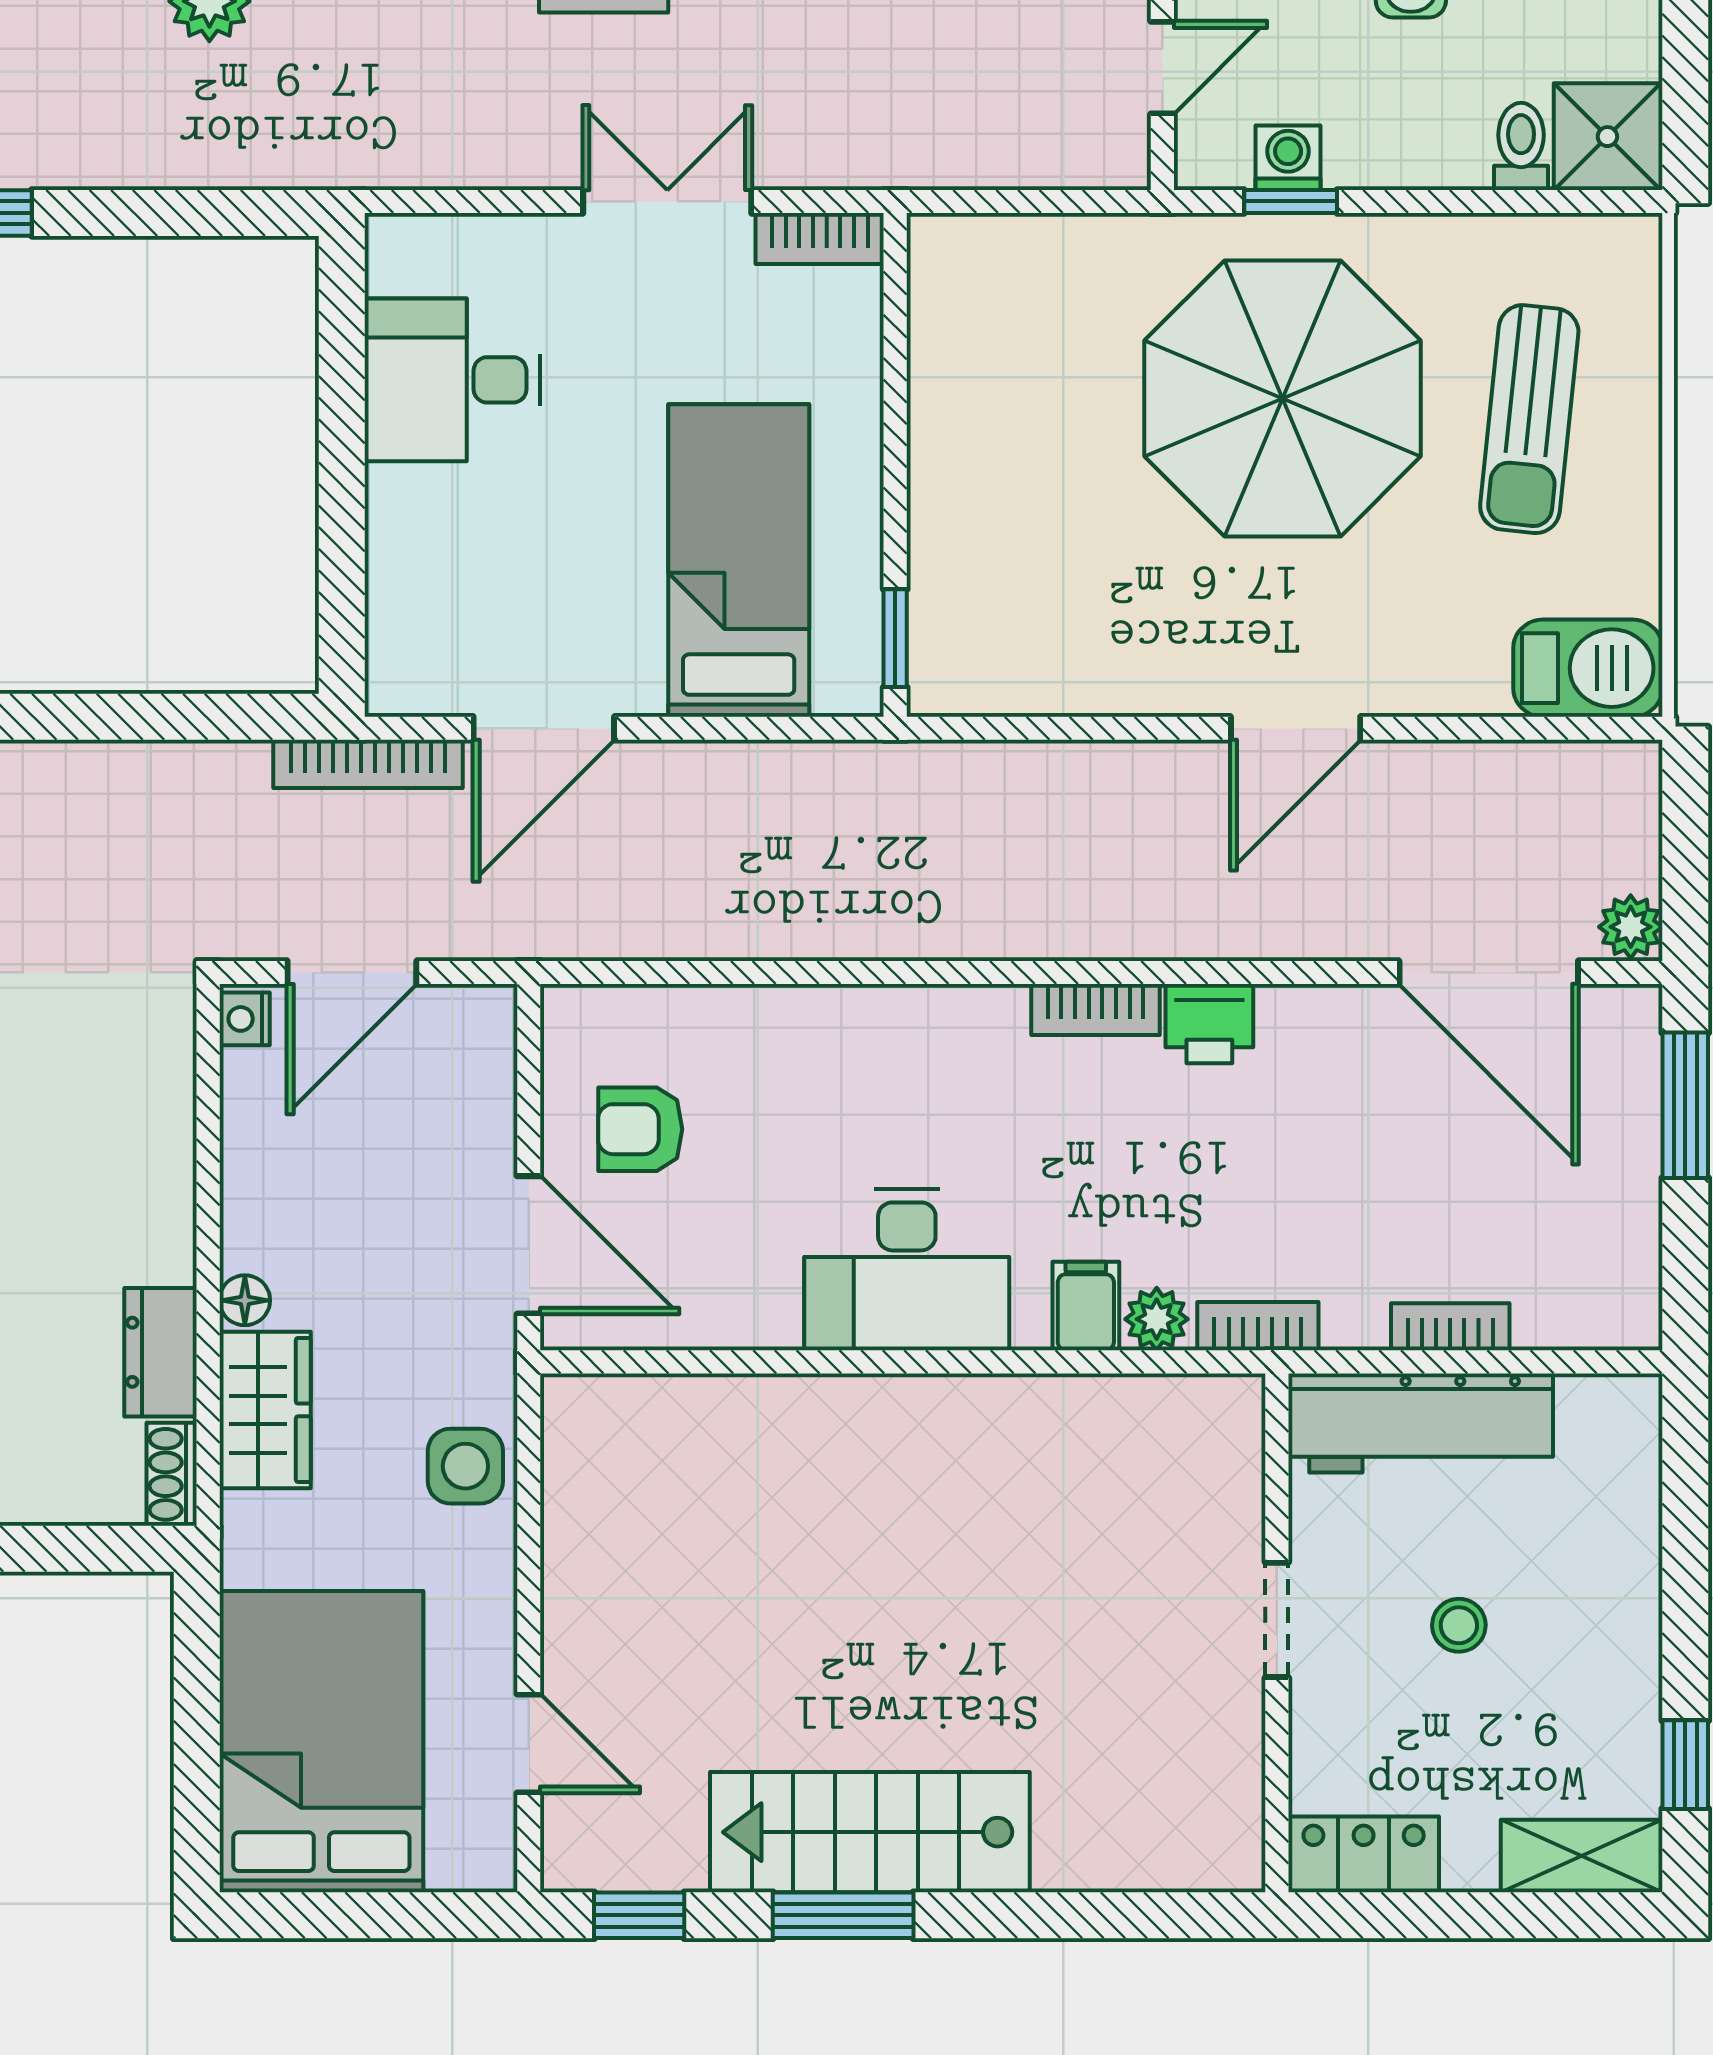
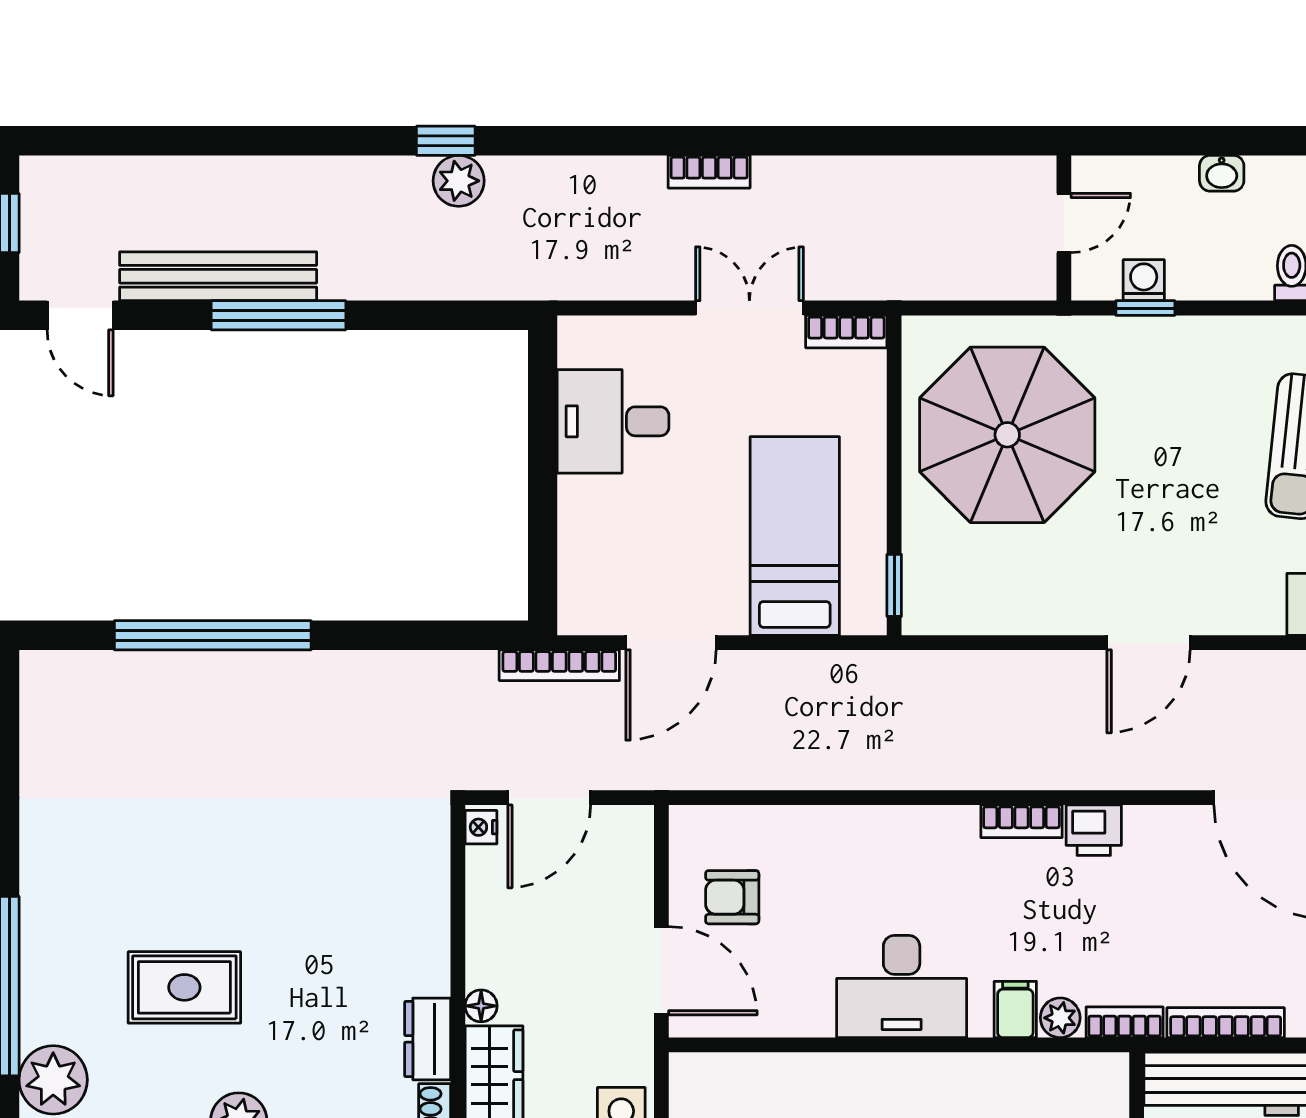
parasol: (1283, 398) -> (1007, 435), moved
bookcase: (1450, 1327) -> (1226, 1023), width x1.56

